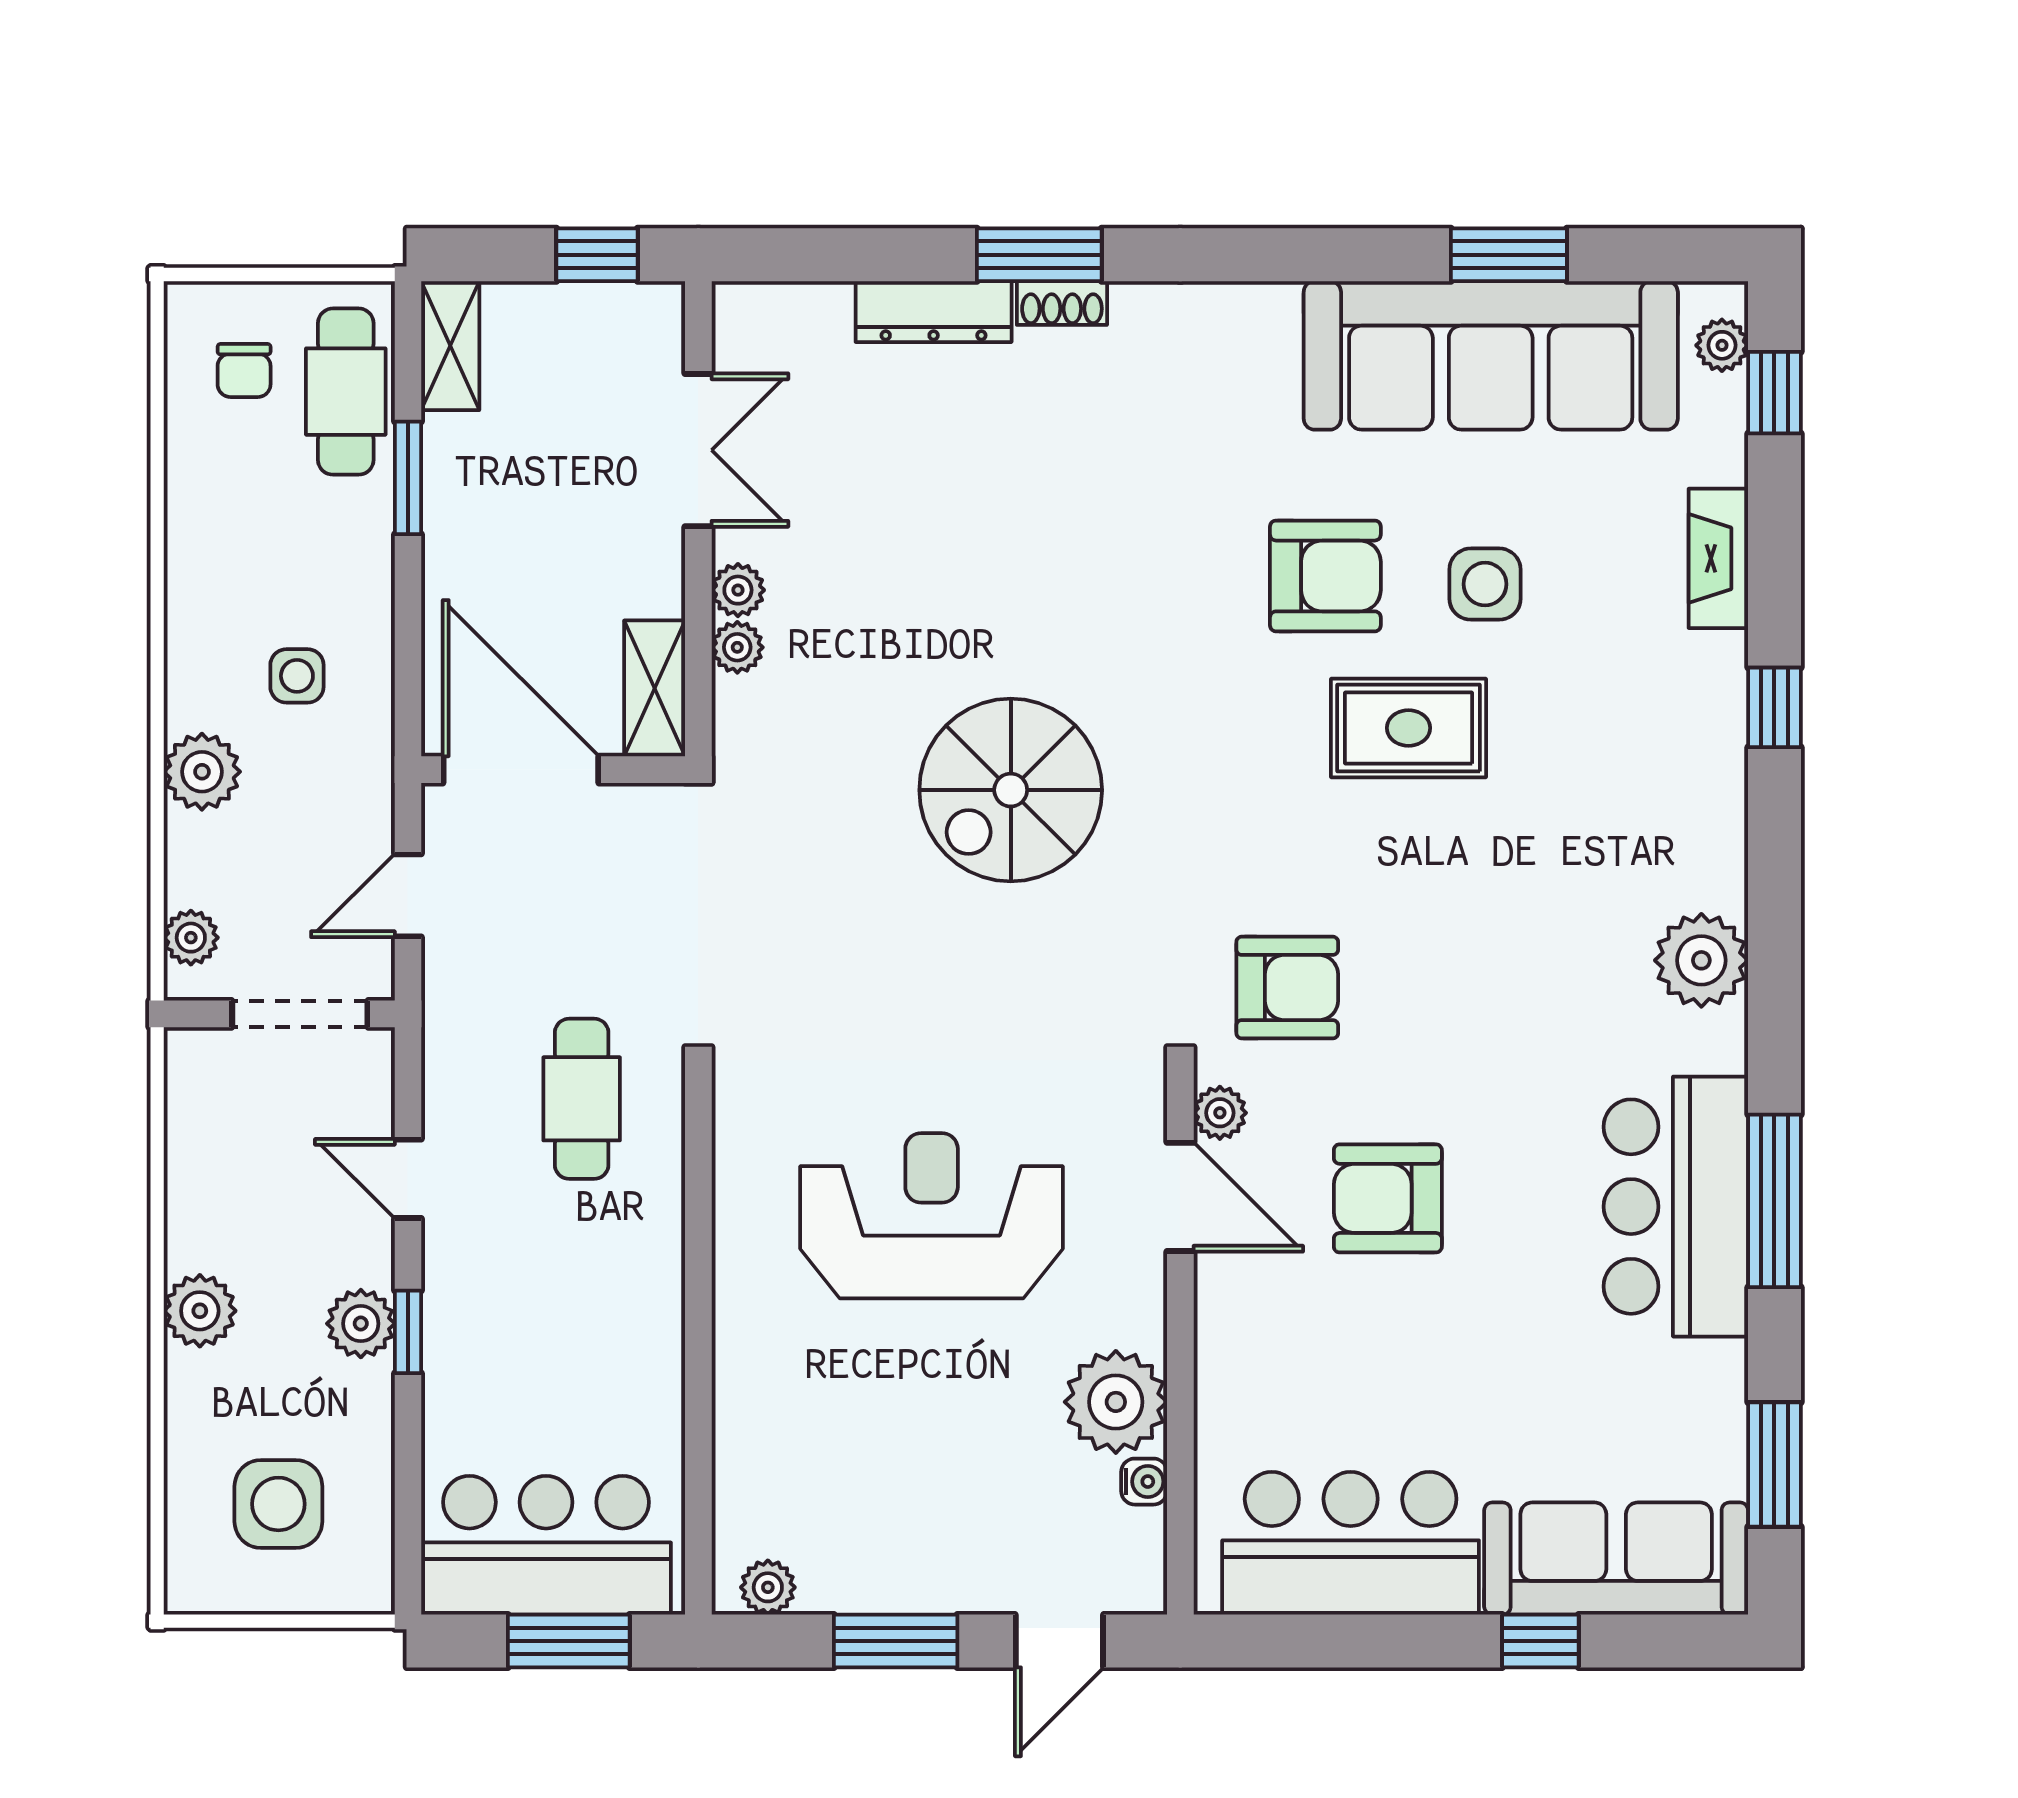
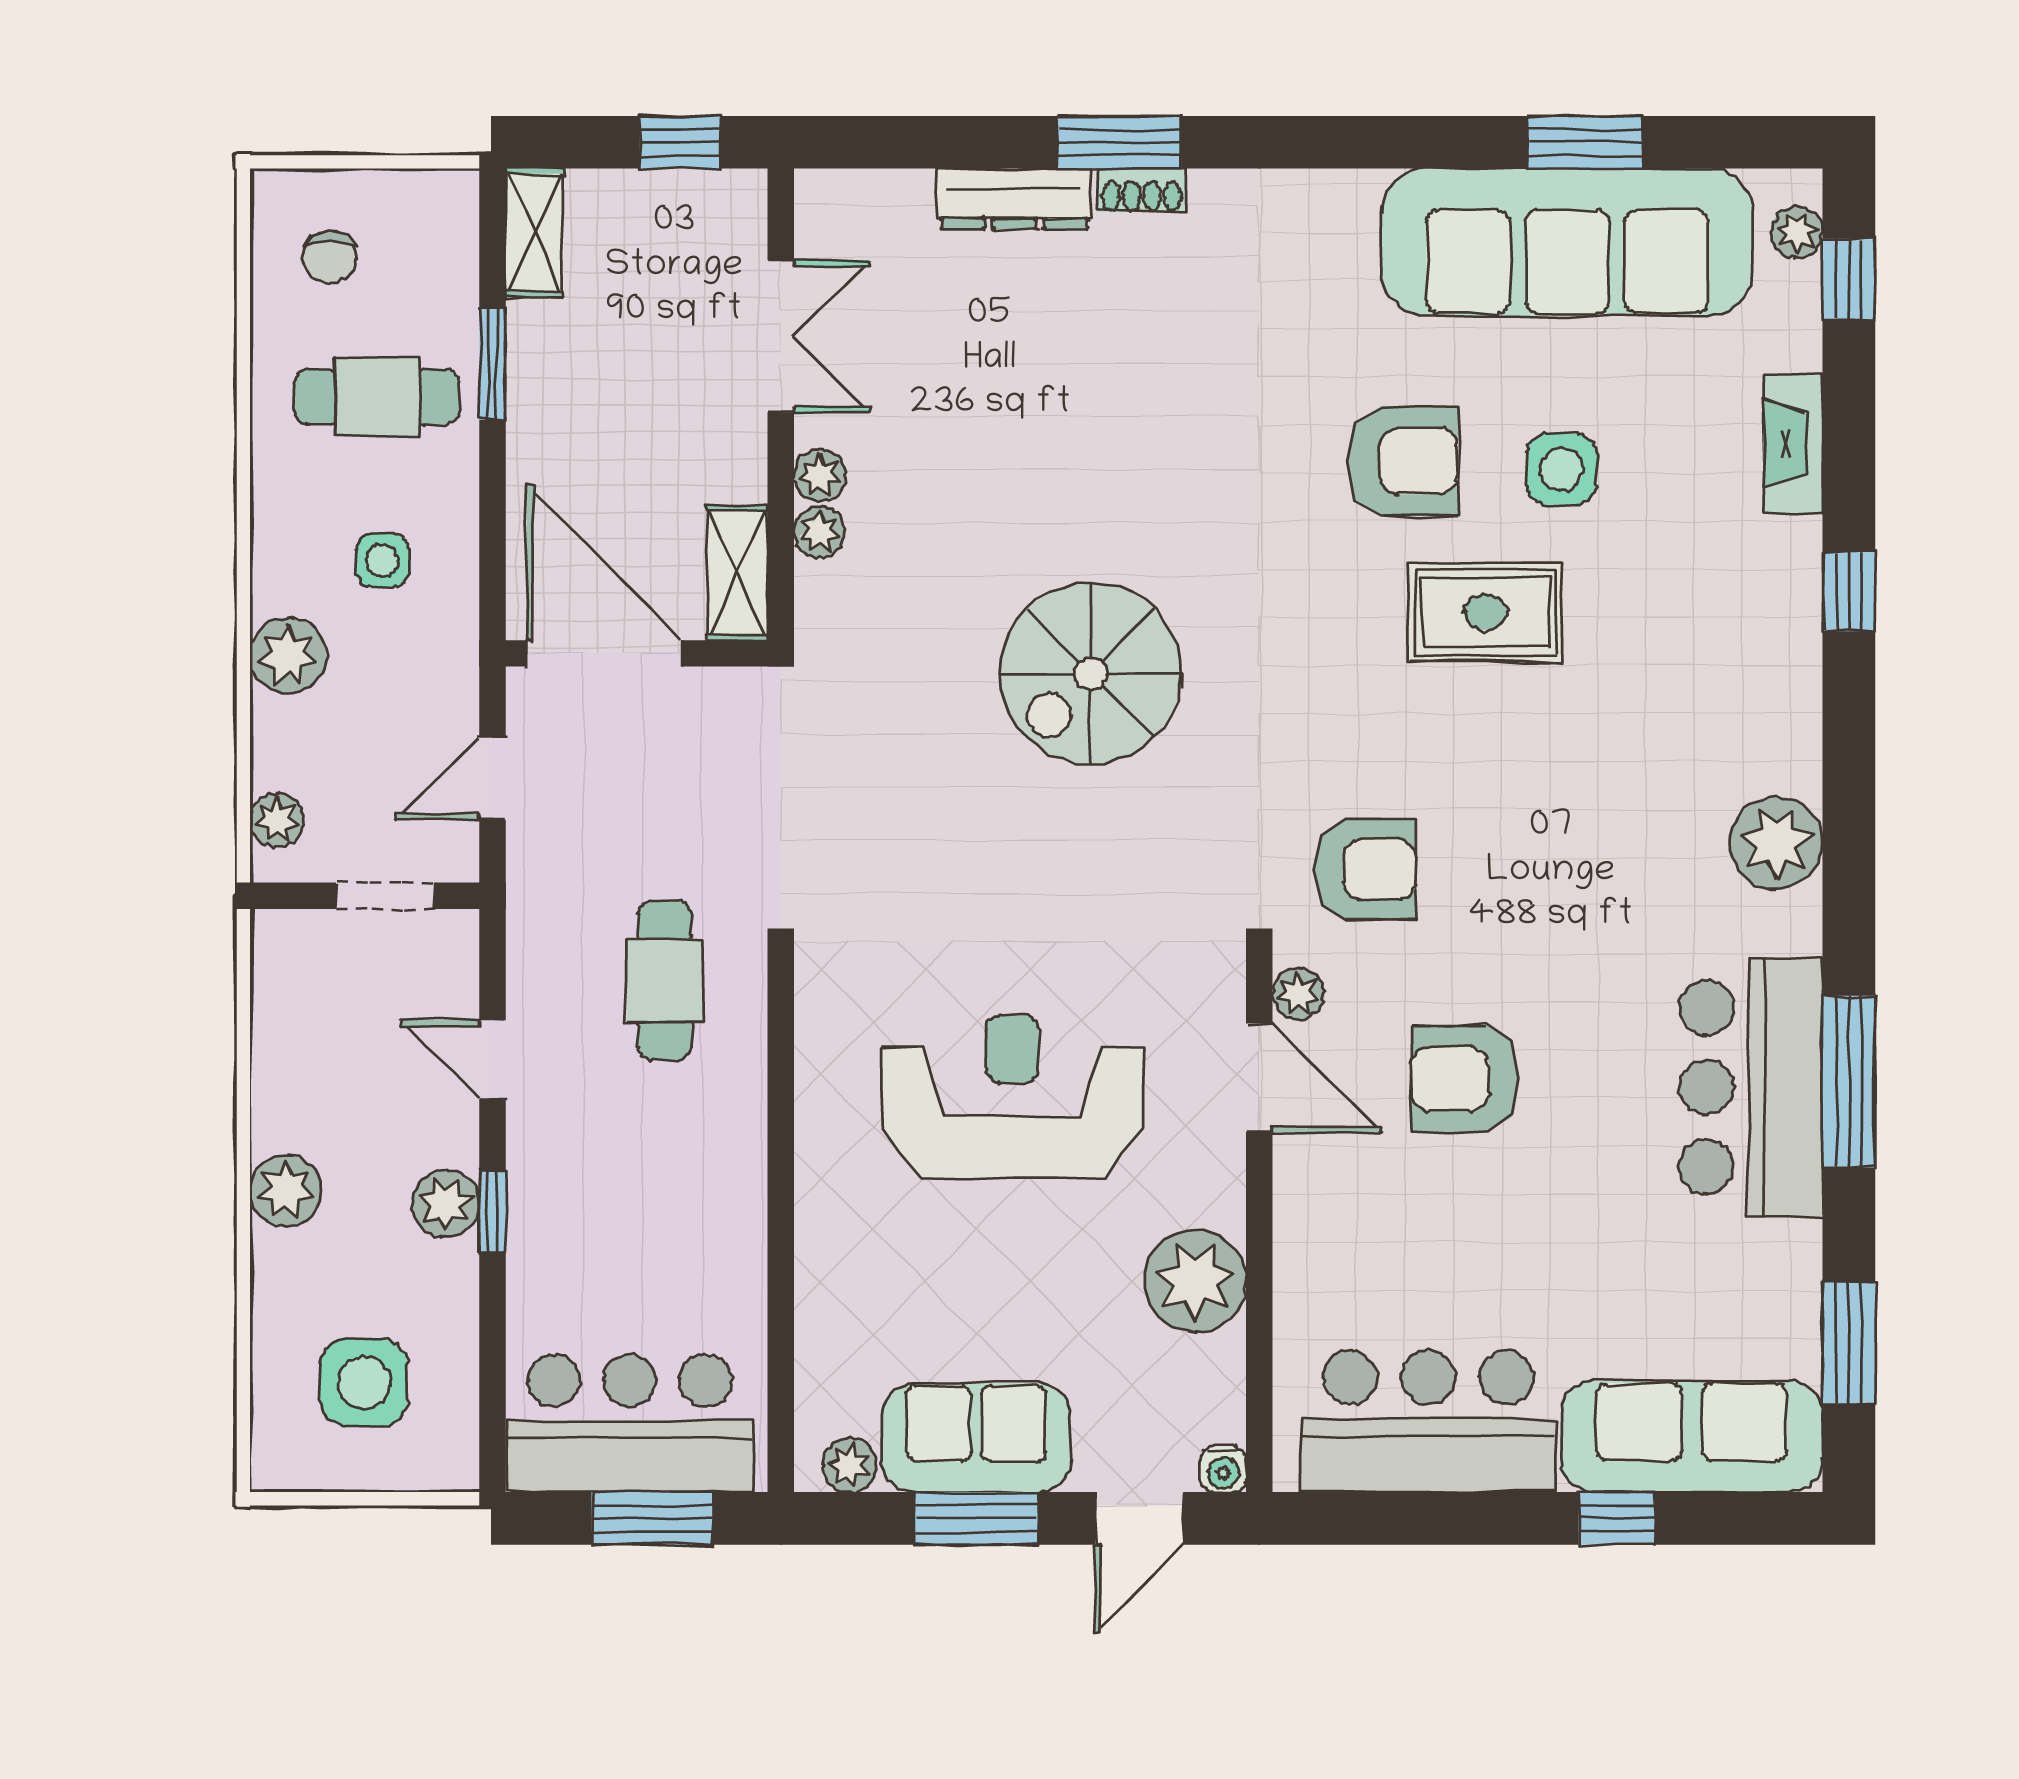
cafe table: (346, 392) -> (377, 397), moved, turned 90
doorway: (300, 1014) -> (385, 896), width x0.73
water cooler: (1144, 1482) -> (1223, 1469), moved, turned 90
sofa: (895, 1560) -> (976, 1438), added

